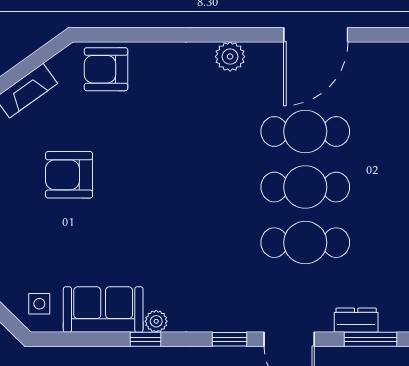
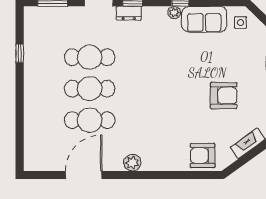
armchair: (106, 69) -> (203, 155), turned 180
dresser: (356, 320) -> (129, 13), moved

